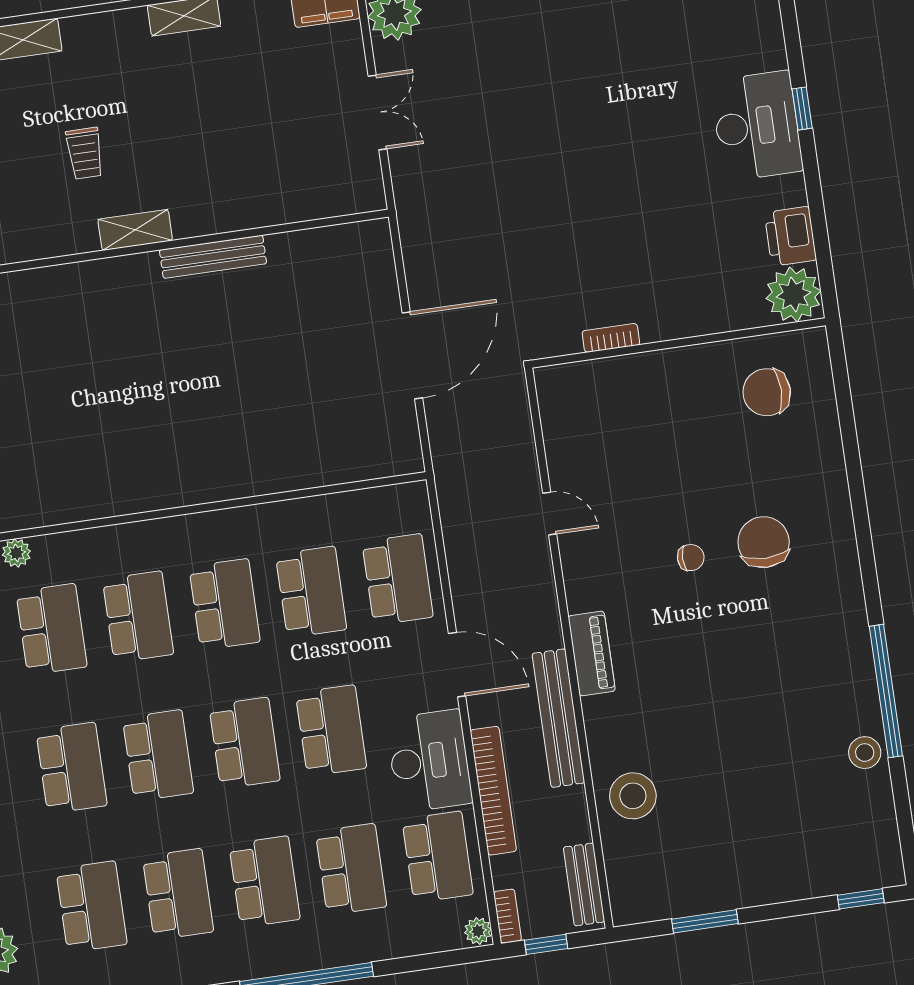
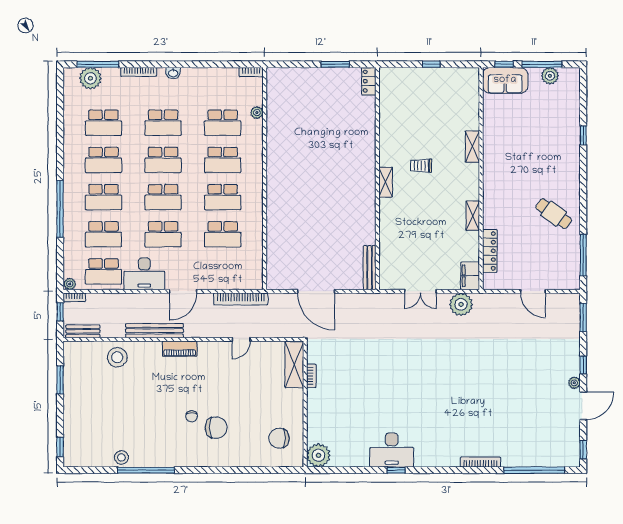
printer: (790, 236) -> (343, 458), removed
bench: (213, 257) -> (370, 268), moved
shelving: (591, 381) -> (294, 365), added
chair: (767, 392) -> (279, 438), turned -90
chair: (691, 558) -> (192, 416), moved
school desk: (398, 579) -> (223, 271), removed
bookcase: (493, 791) -> (241, 299), moved

